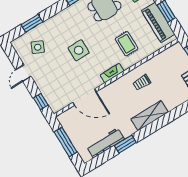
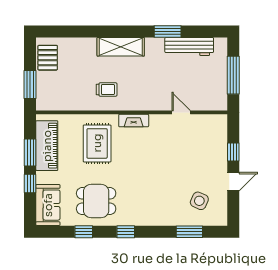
rug: (127, 44) -> (97, 143), width x1.36, depth x1.43
side table: (79, 50) -> (155, 169), removed
door: (85, 97) -> (181, 112), width x0.53
window: (41, 102) -> (233, 152), moved

